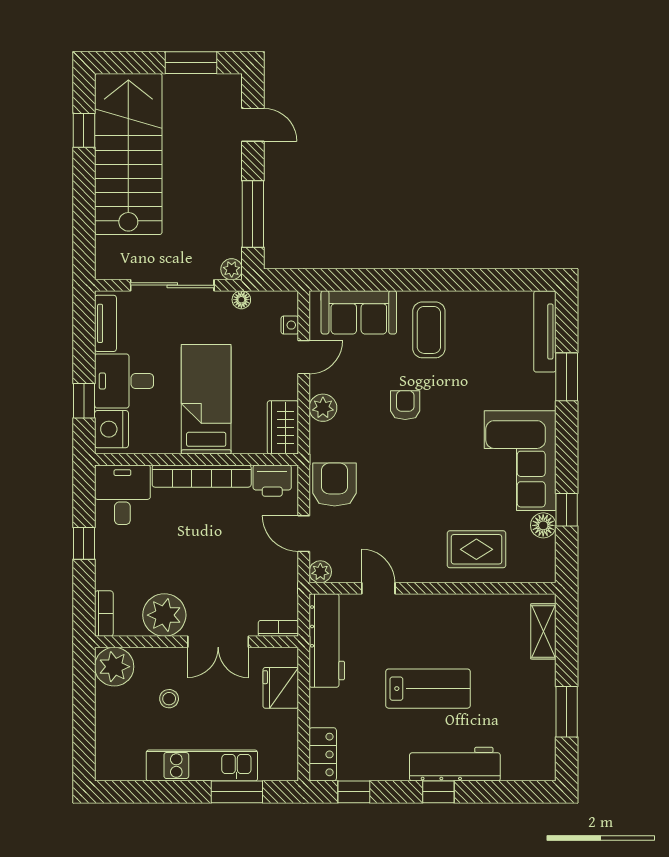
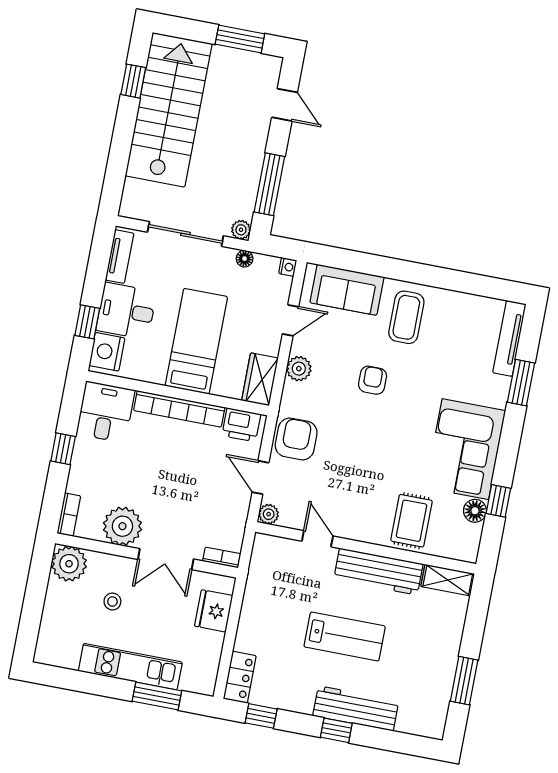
nightstand: (290, 325) -> (288, 267), moved
rug: (476, 549) -> (411, 521), turned 90
shelving: (543, 631) -> (448, 580), moved, turned 90
workbench: (327, 640) -> (378, 572), moved, turned 90

